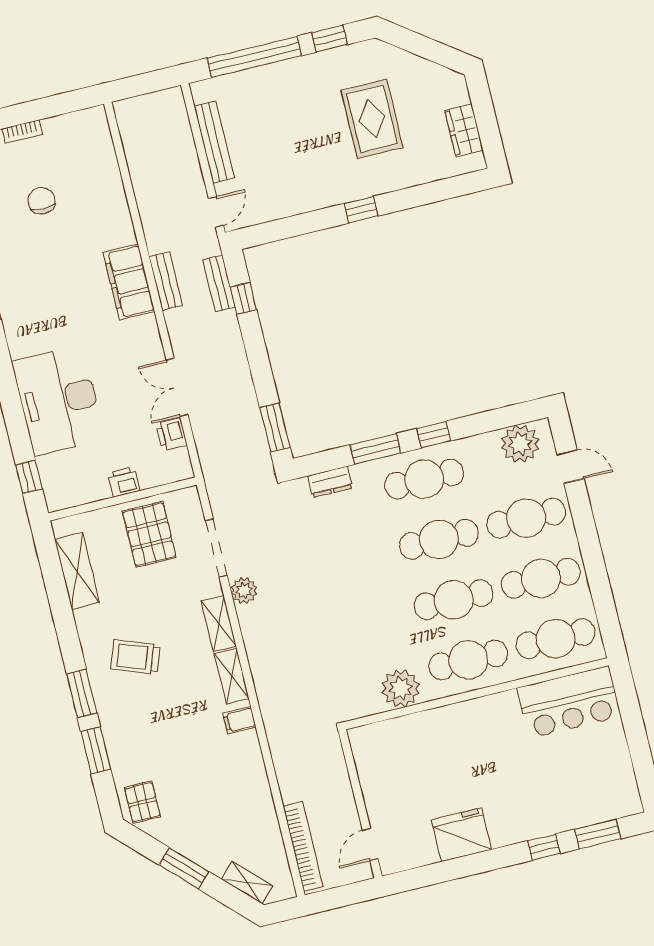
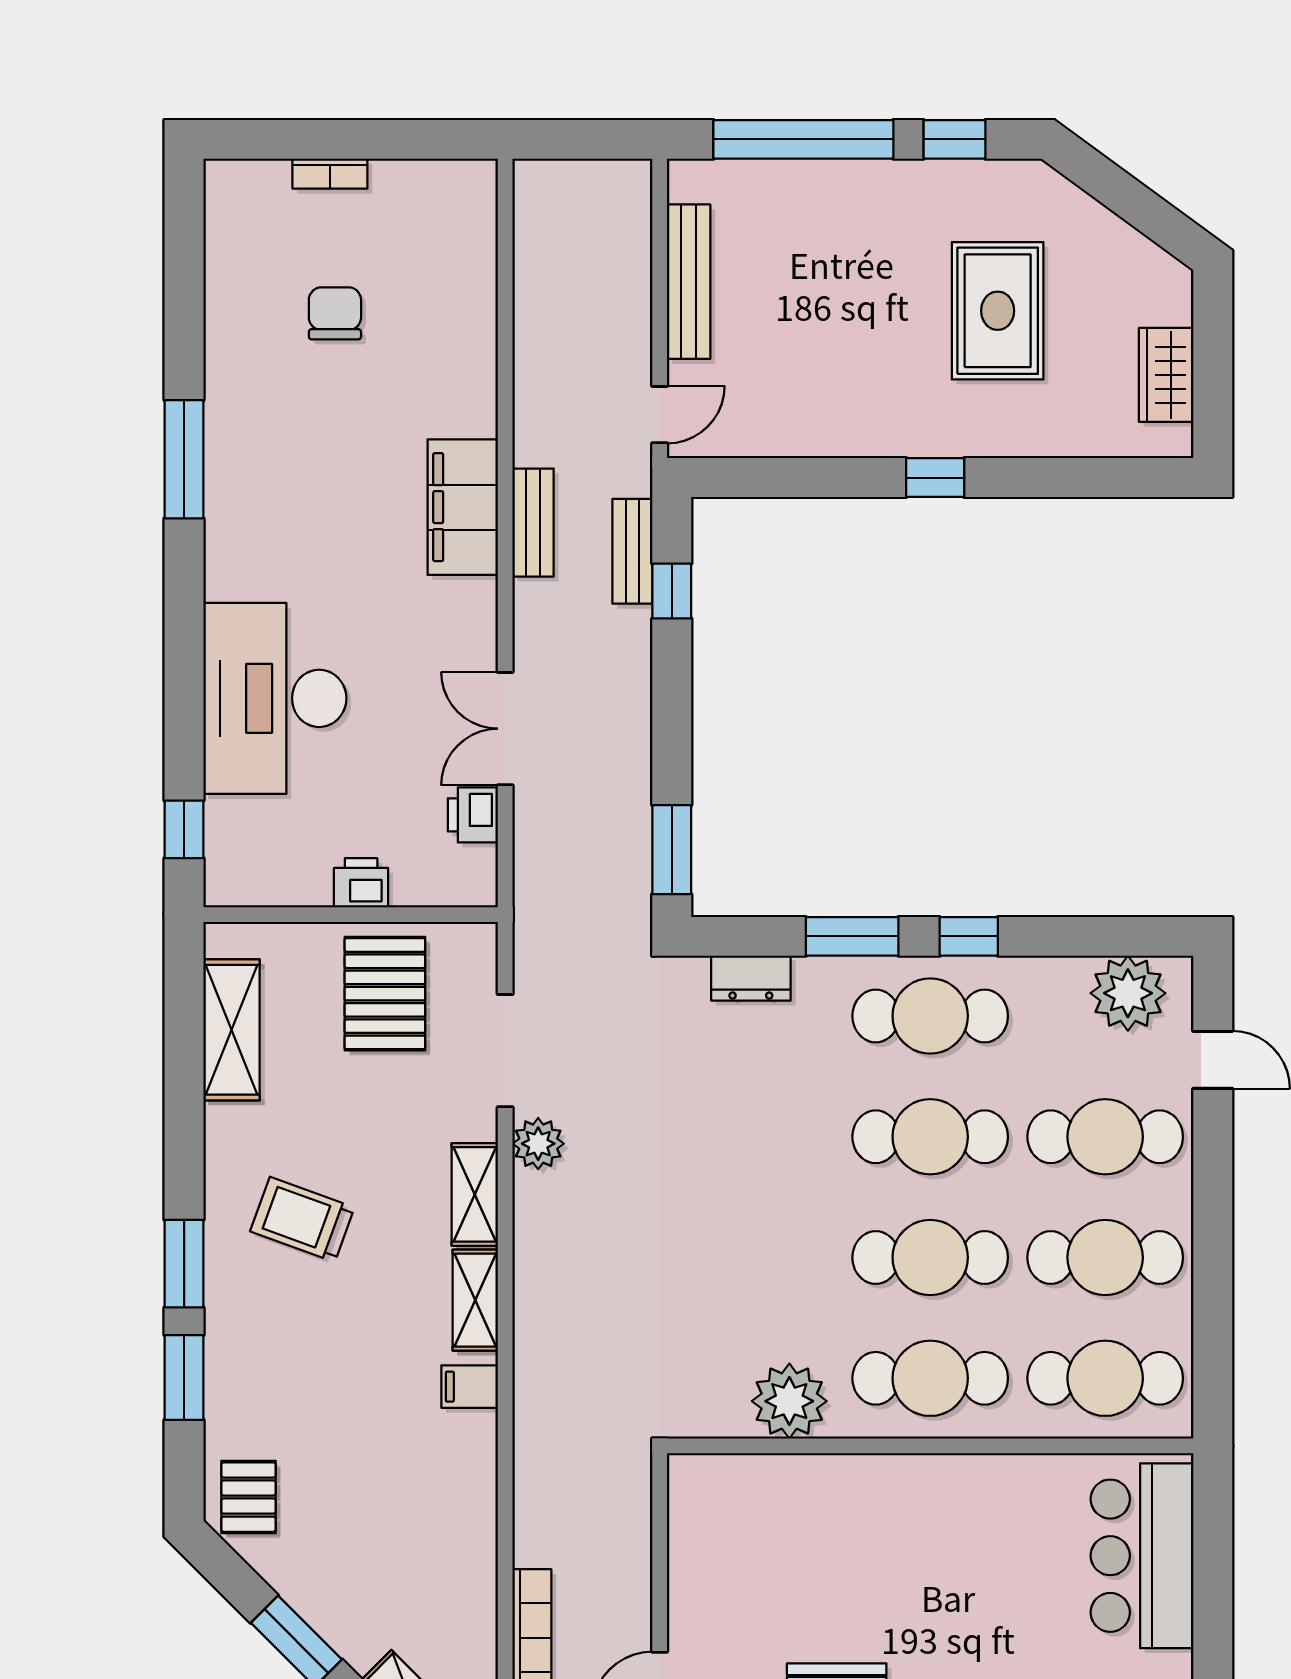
bar counter: (569, 702) -> (1142, 1556), moved, turned 90

